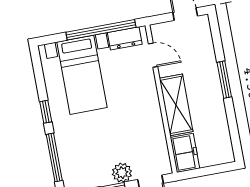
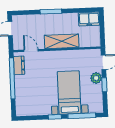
door: (153, 55) -> (31, 51), hinge flipped
bed with nightstands: (82, 75) -> (69, 93), moved, turned -90
freezer: (185, 153) -> (89, 19), moved, turned 180

